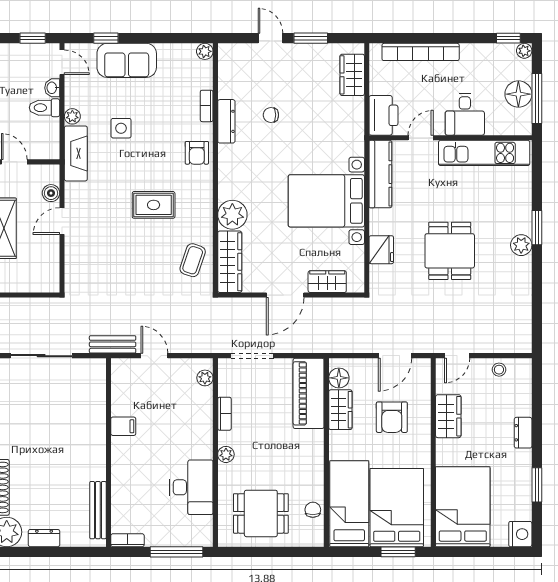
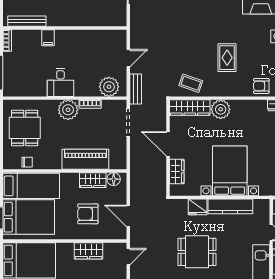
kitchen counter: (380, 174) -> (230, 206), moved
bench: (113, 344) -> (136, 89), moved
door: (457, 356) -> (128, 257), swing flipped
plant: (205, 378) -> (109, 87), width x1.87, depth x1.87
piano: (309, 393) -> (85, 159), moved
filing cabinet: (123, 426) -> (48, 38), moved
plant: (226, 454) -> (68, 110), width x1.87, depth x1.87
desk: (191, 487) -> (60, 82), moved, width x0.73

